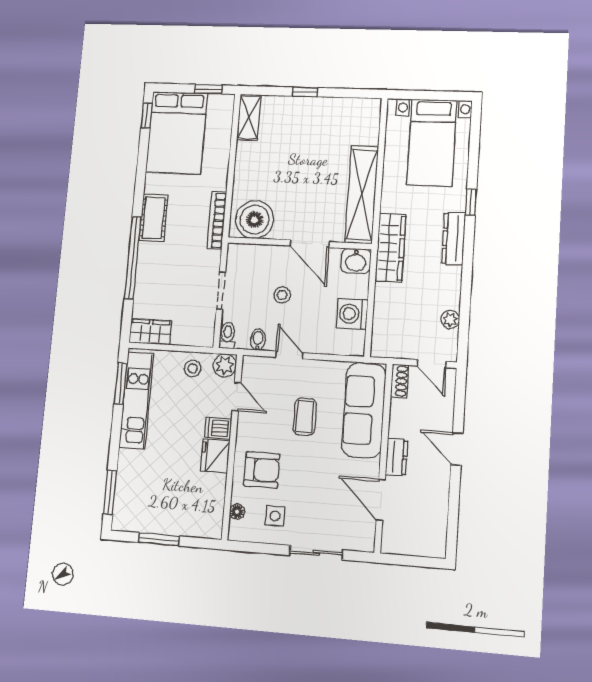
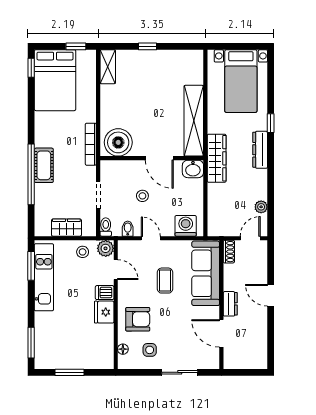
cot: (154, 218) -> (44, 165), moved
washing machine: (352, 314) -> (186, 226), moved, turned 90
wardrobe: (150, 332) -> (66, 228), moved
door: (432, 364) -> (250, 238), swing flipped

